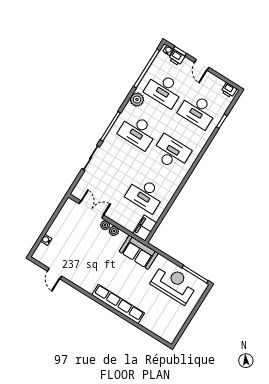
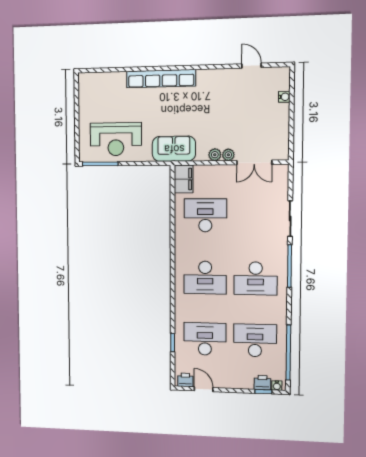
door: (202, 65) -> (204, 389), moved
plant: (137, 100) -> (278, 313), removed
desk: (138, 132) -> (256, 278), turned 180

